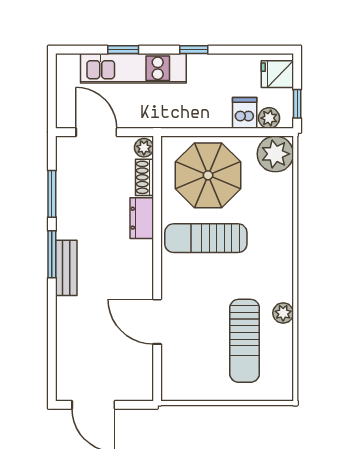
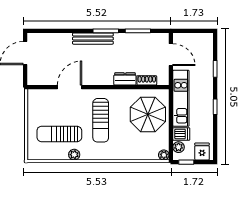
kitchen unit: (133, 68) -> (181, 98), moved, turned 180
door: (96, 132) -> (171, 55), hinge flipped
plant: (144, 148) -> (163, 80), removed
plant: (275, 154) -> (164, 155), width x0.53, depth x0.53
sun lounger: (206, 238) -> (101, 120), moved, turned 180
bench: (66, 268) -> (93, 39), width x1.36

